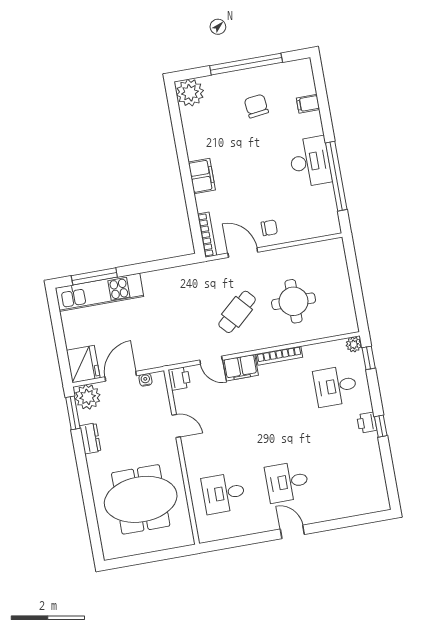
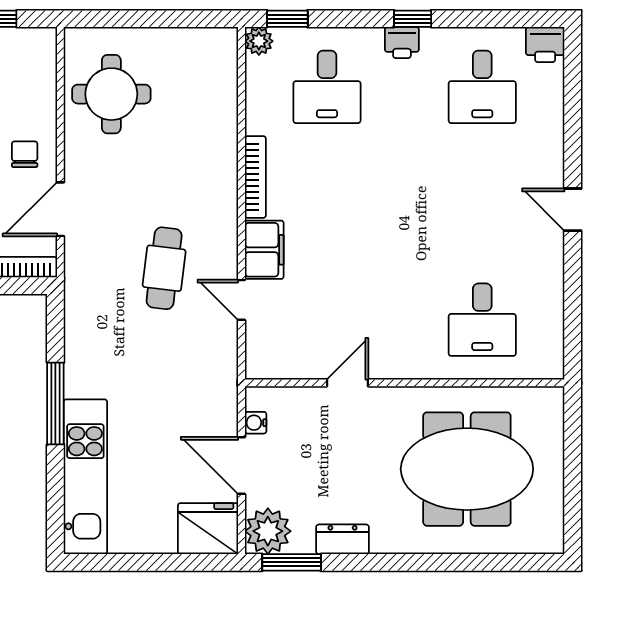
window: (94, 276) -> (55, 403), moved
round table: (294, 301) -> (111, 94), moved
cafe table: (237, 312) -> (164, 268), moved, turned 49
door: (211, 360) -> (242, 300), swing flipped
printer: (179, 378) -> (545, 45), moved, turned 180
desk: (287, 482) -> (482, 87), moved
meeting table: (141, 499) -> (467, 469), turned 90
door: (292, 532) -> (573, 210), hinge flipped

